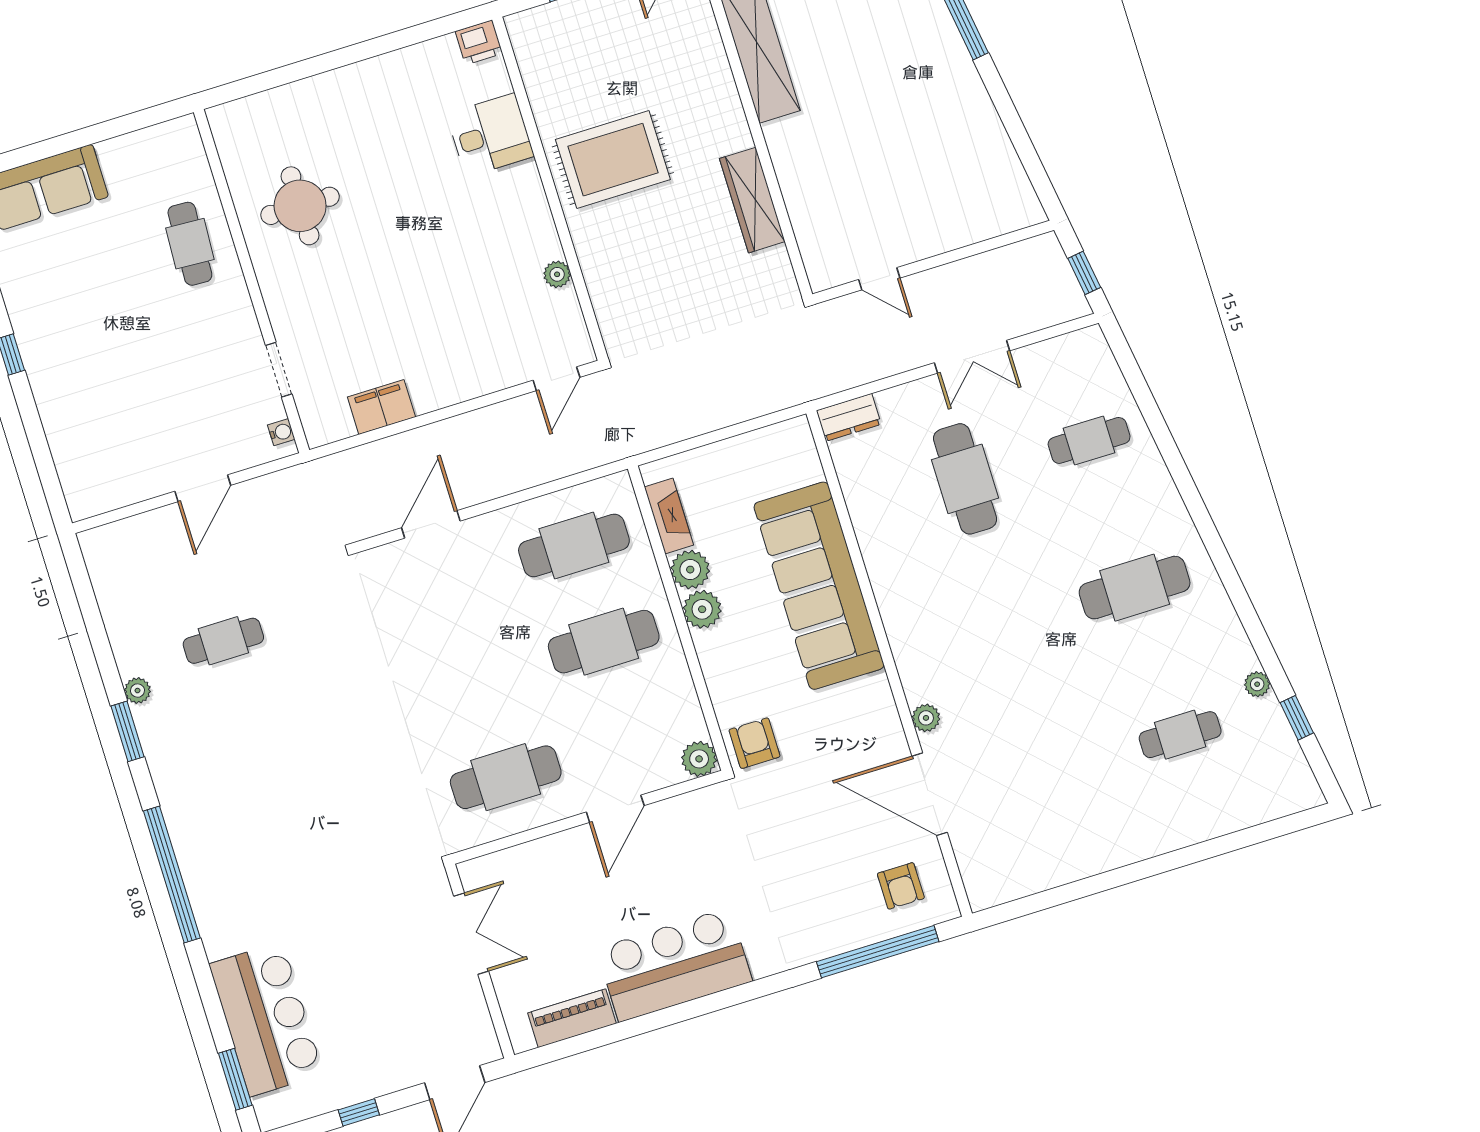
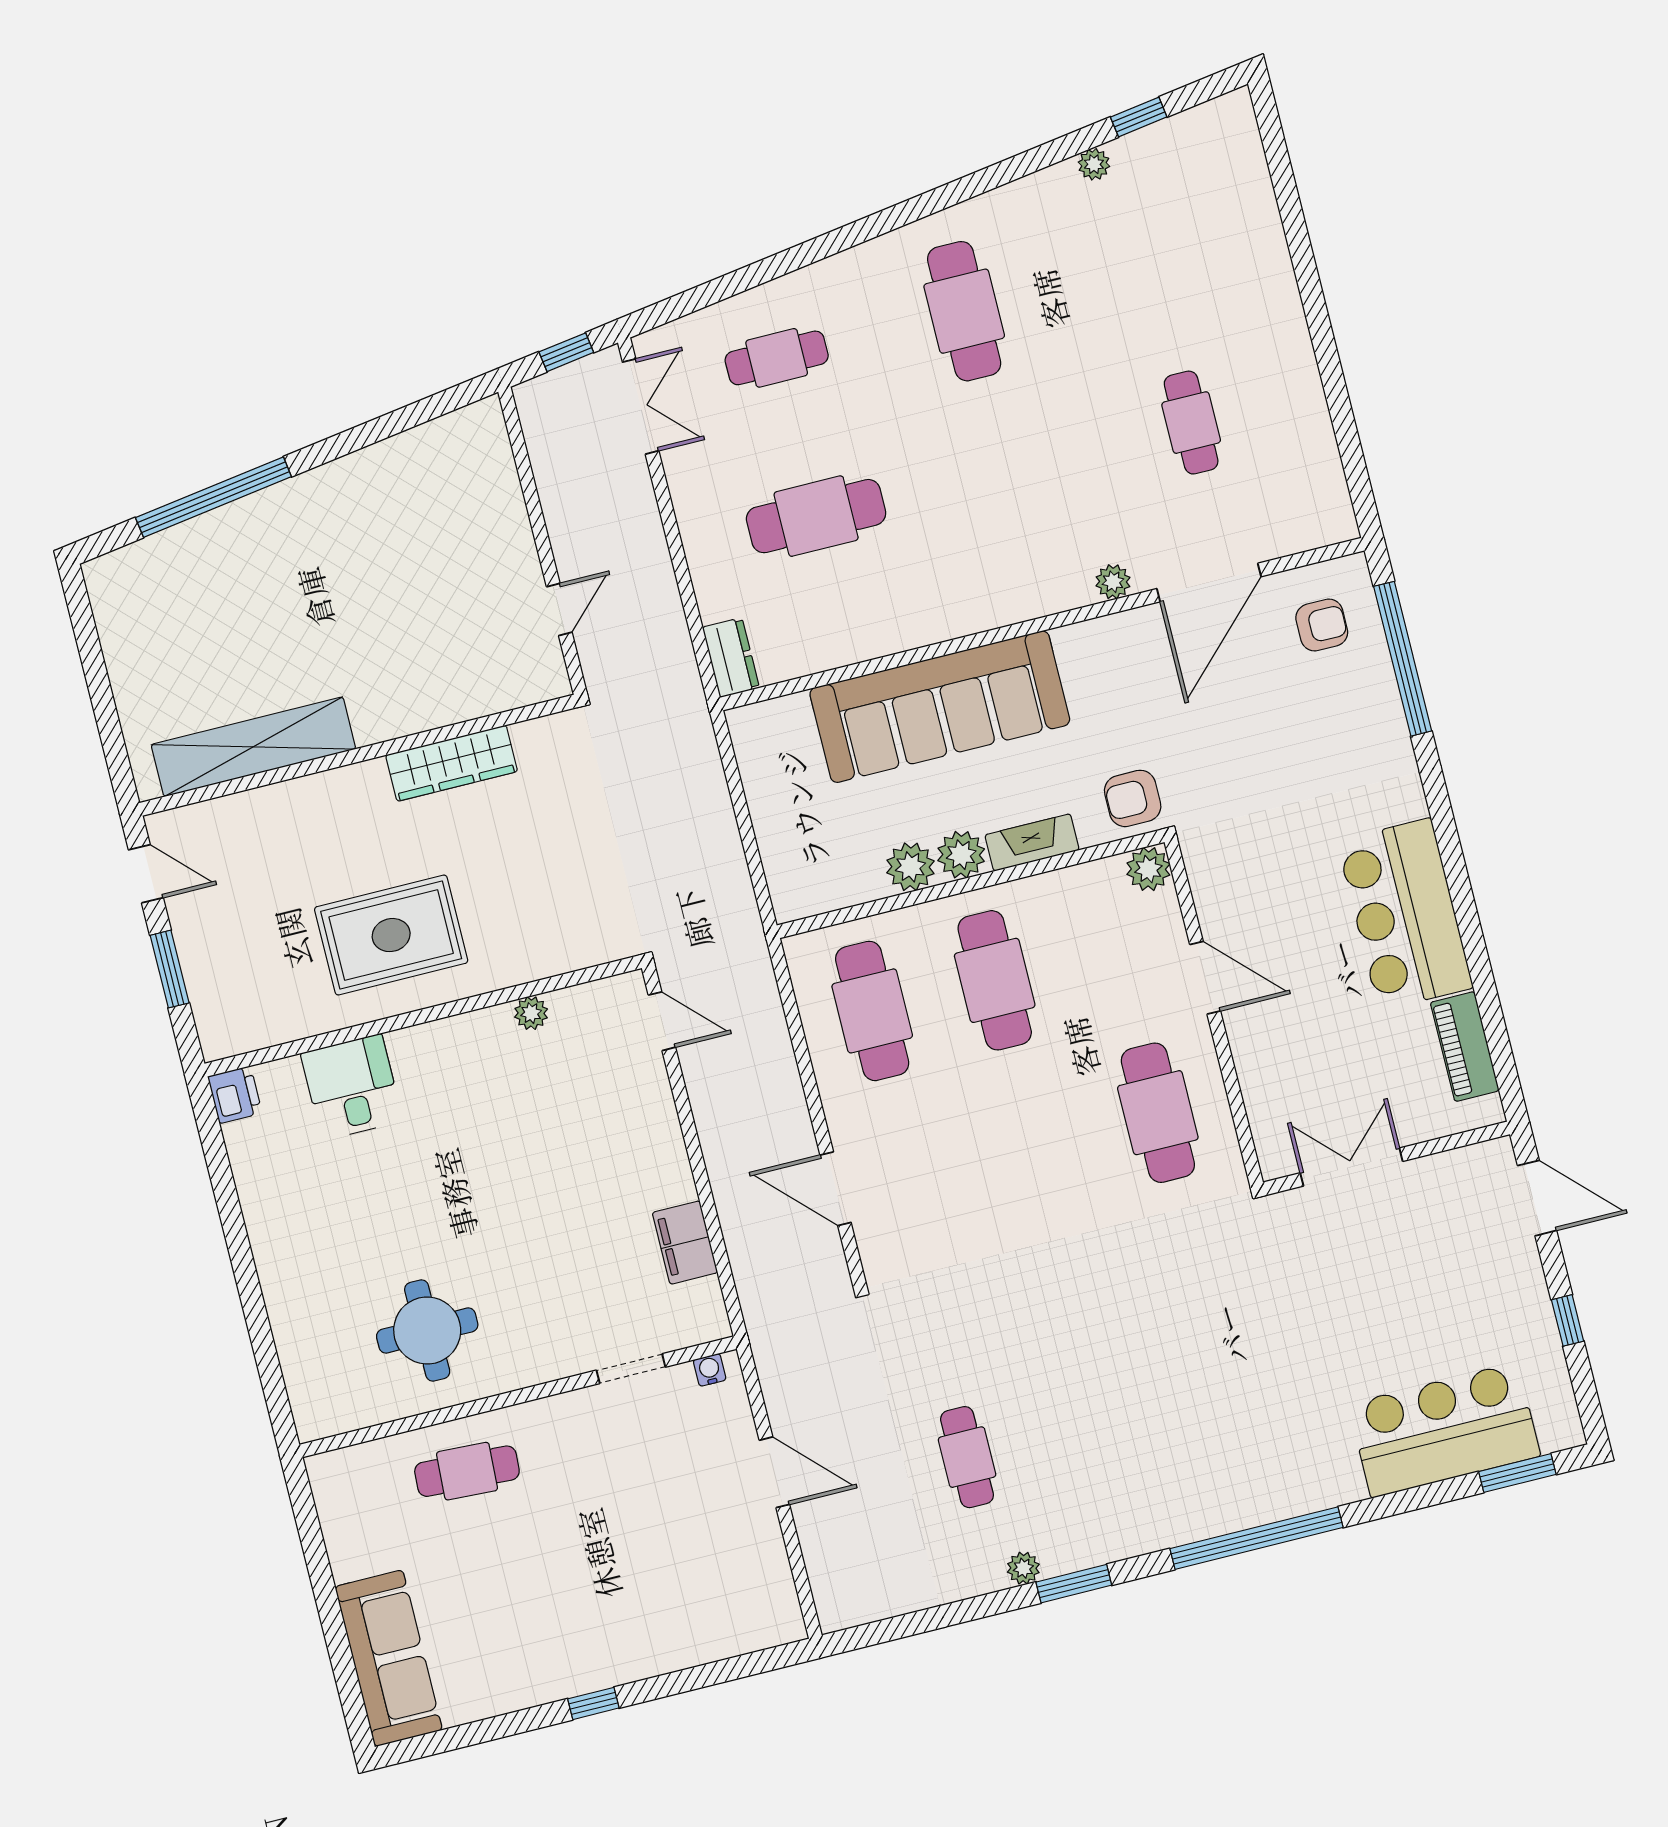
rug: (613, 160) -> (391, 935), turned 90
double door: (972, 357) -> (641, 406), moved
cafe table: (1089, 440) -> (777, 358), turned 90
fireplace: (669, 516) -> (1032, 842), moved
cafe table: (1180, 735) -> (1191, 423), moved

